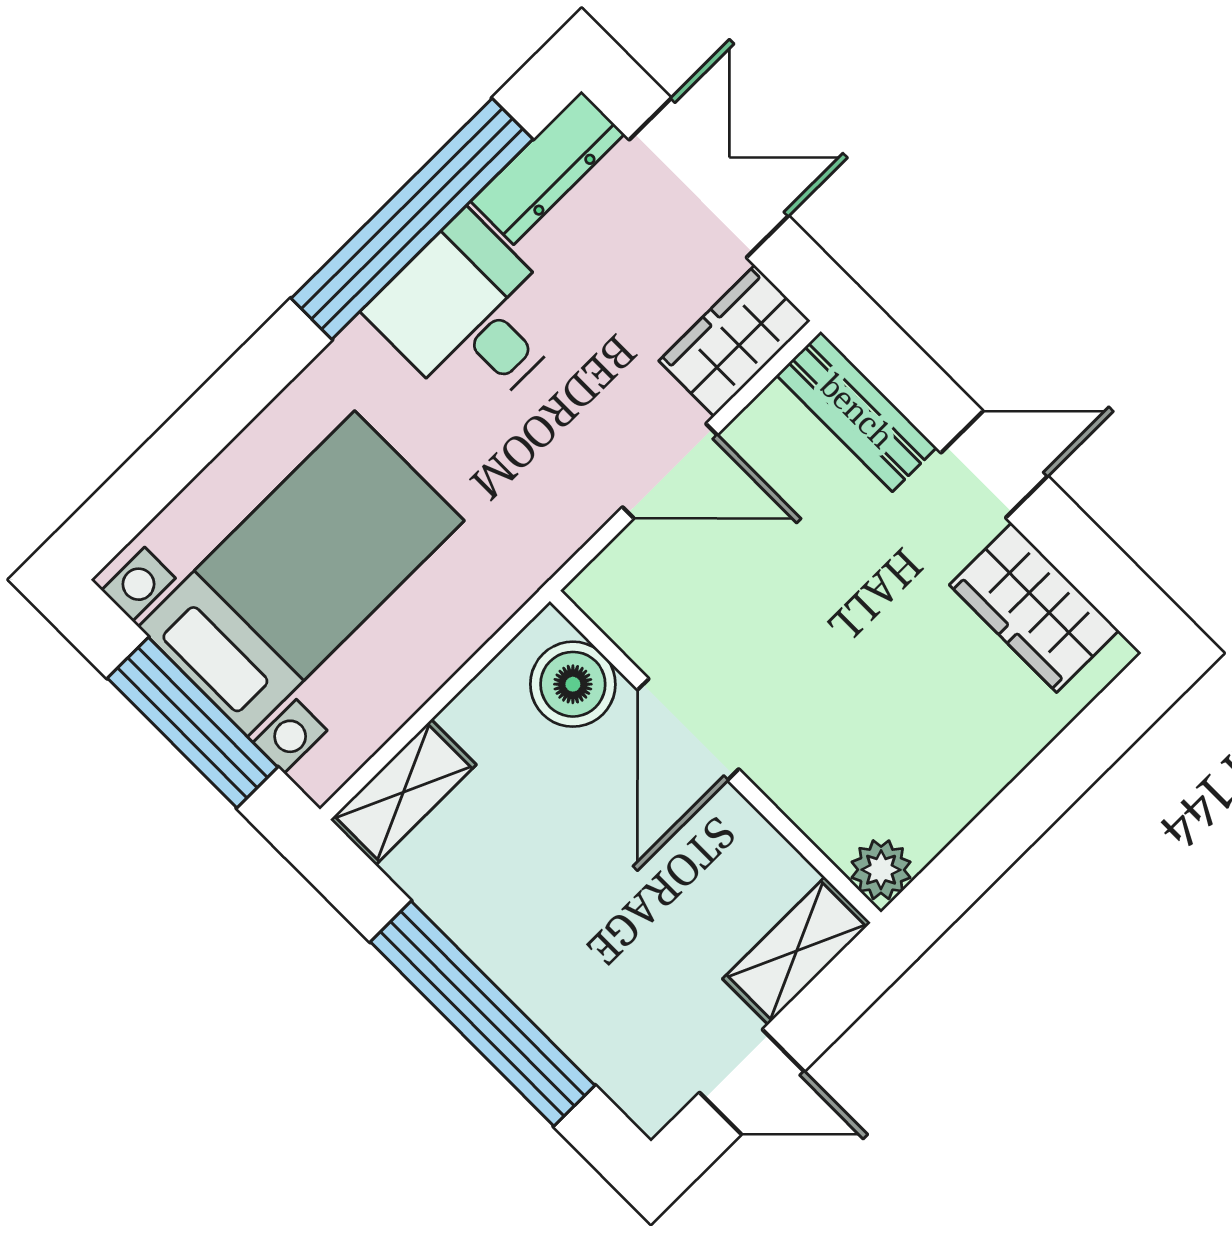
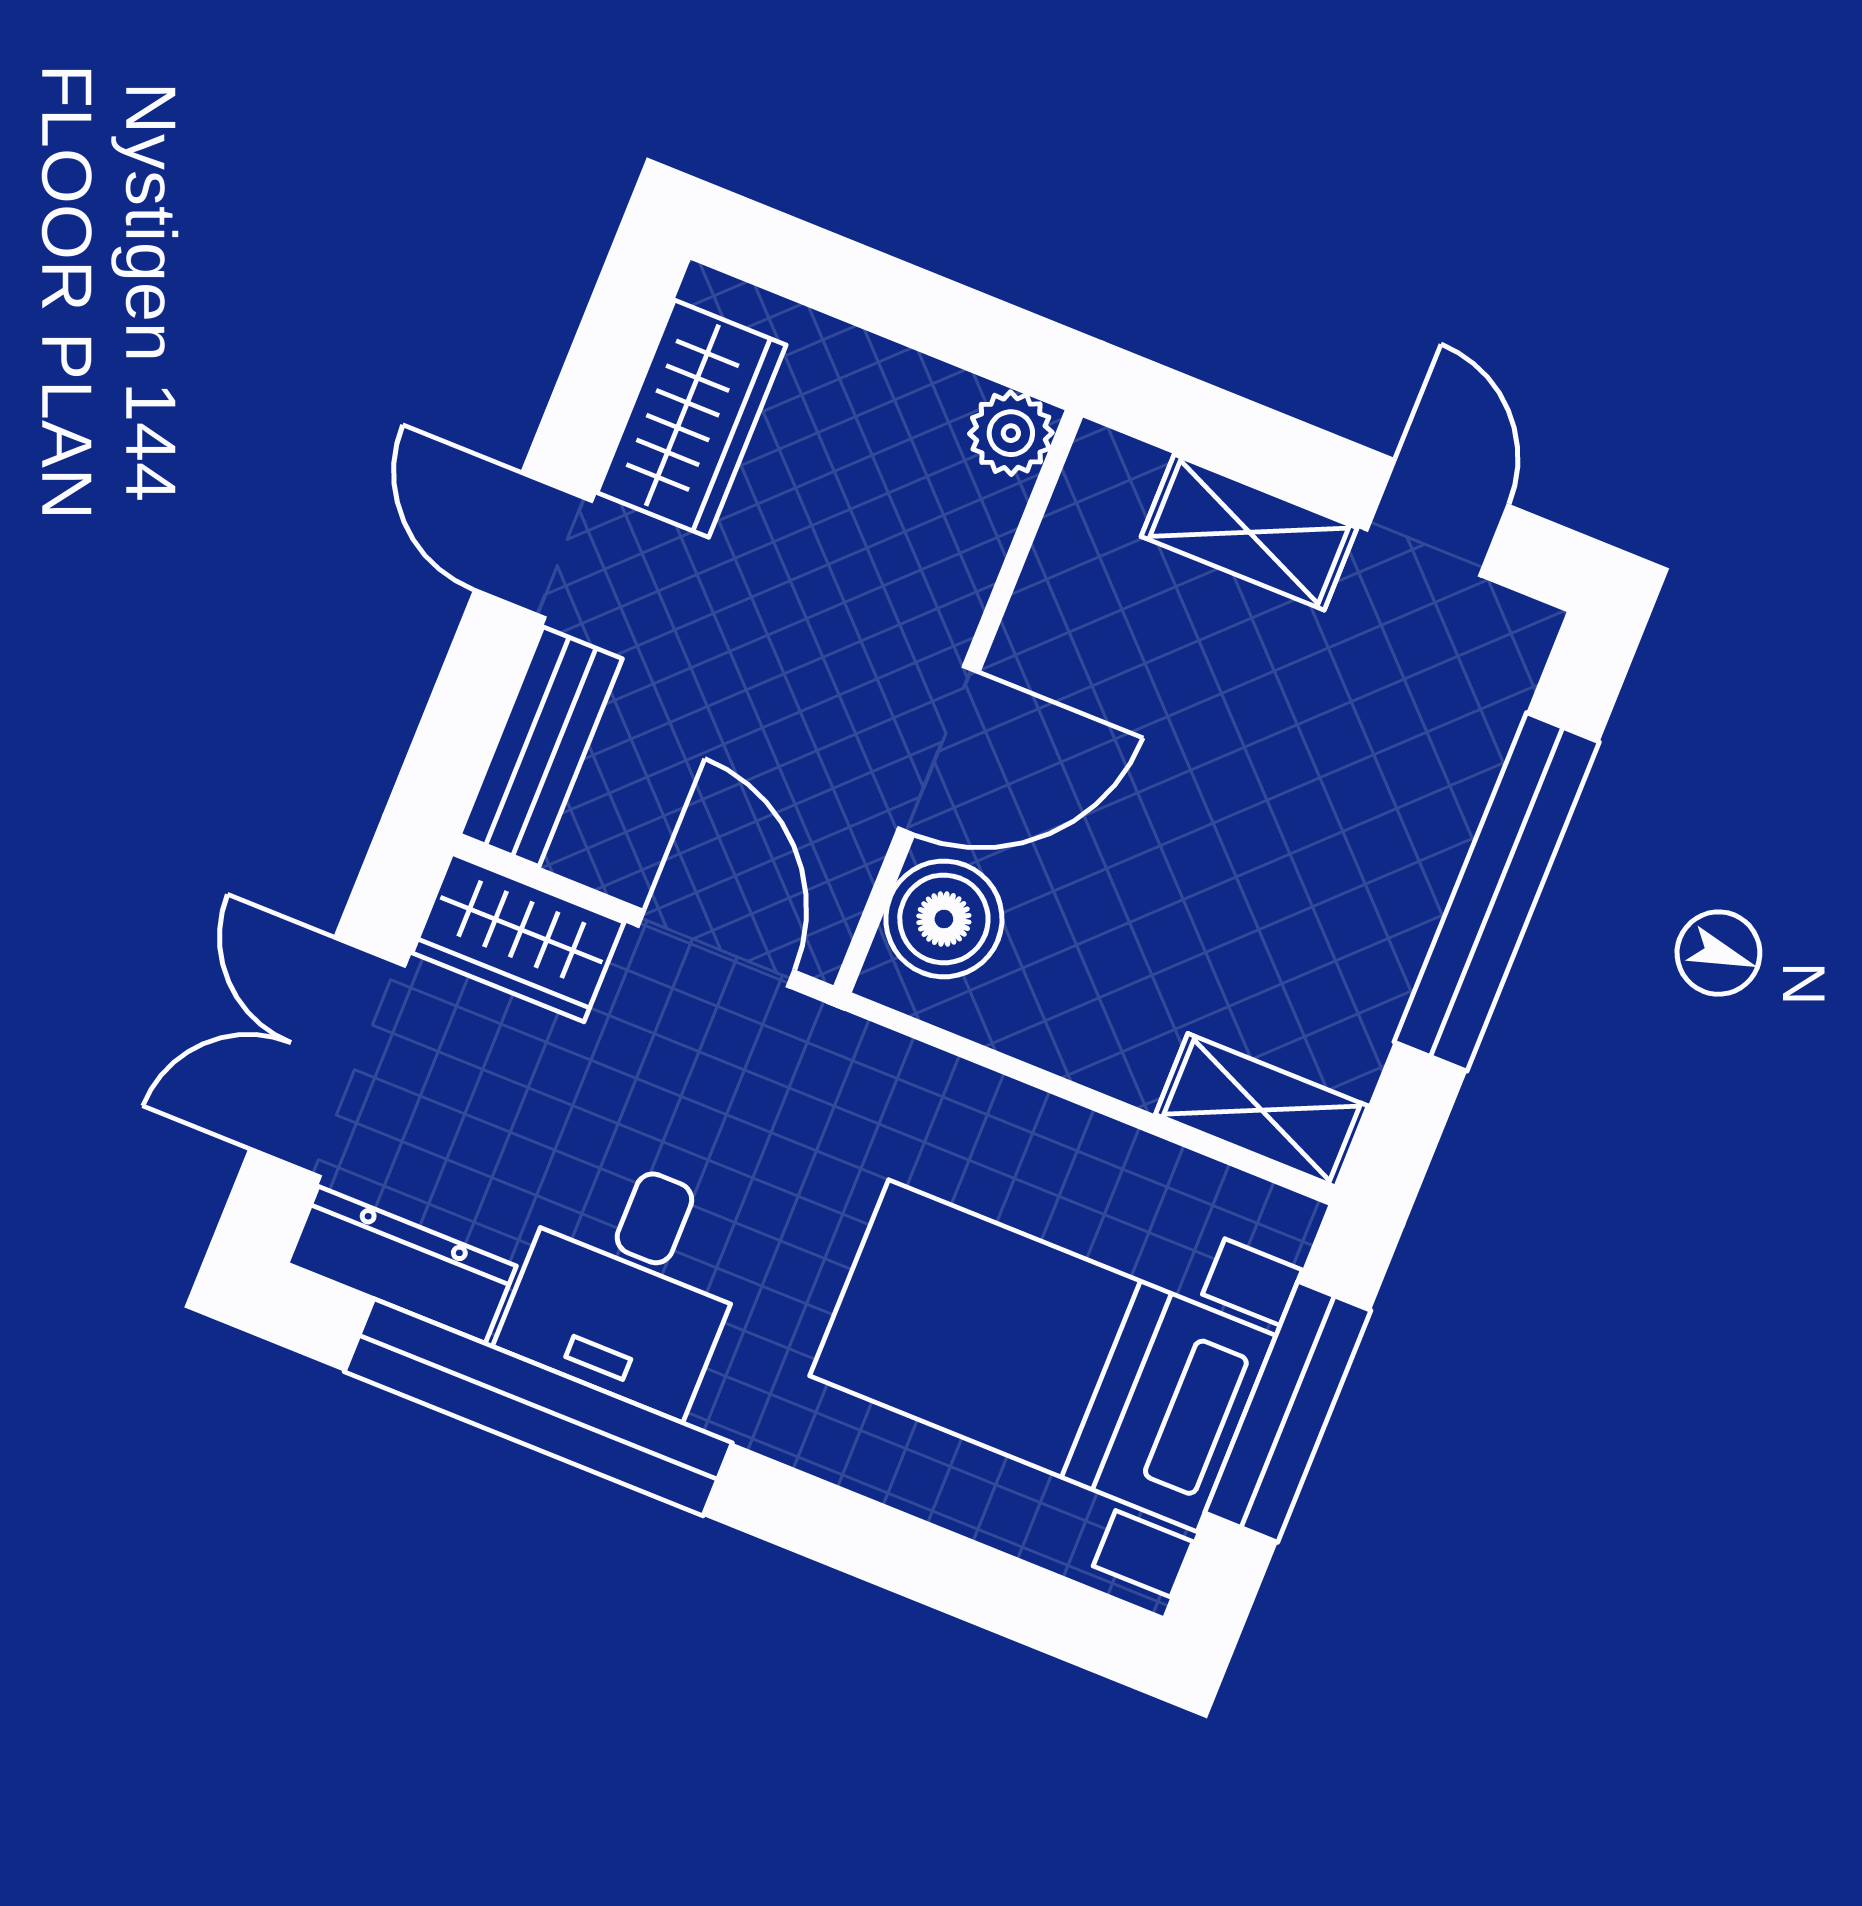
boiler: (573, 684) -> (944, 919), moved
door: (688, 729) -> (939, 750), moved
wall: (715, 757) -> (958, 701), moved
plant: (881, 870) -> (1011, 433), moved

